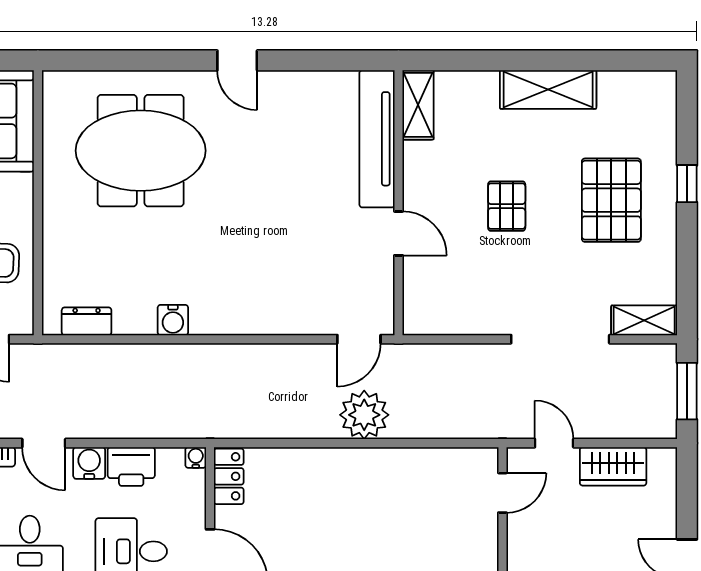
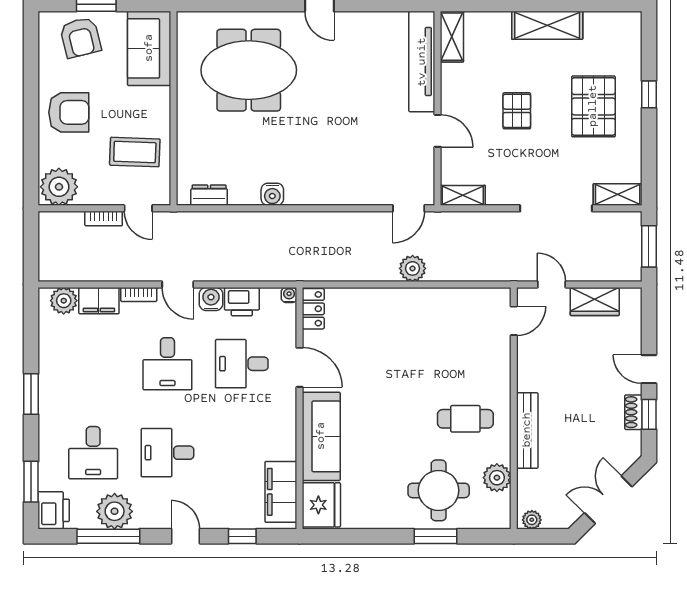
shelving: (433, 322) -> (463, 195), added
plant: (364, 415) -> (413, 268), width x0.73, depth x0.73

